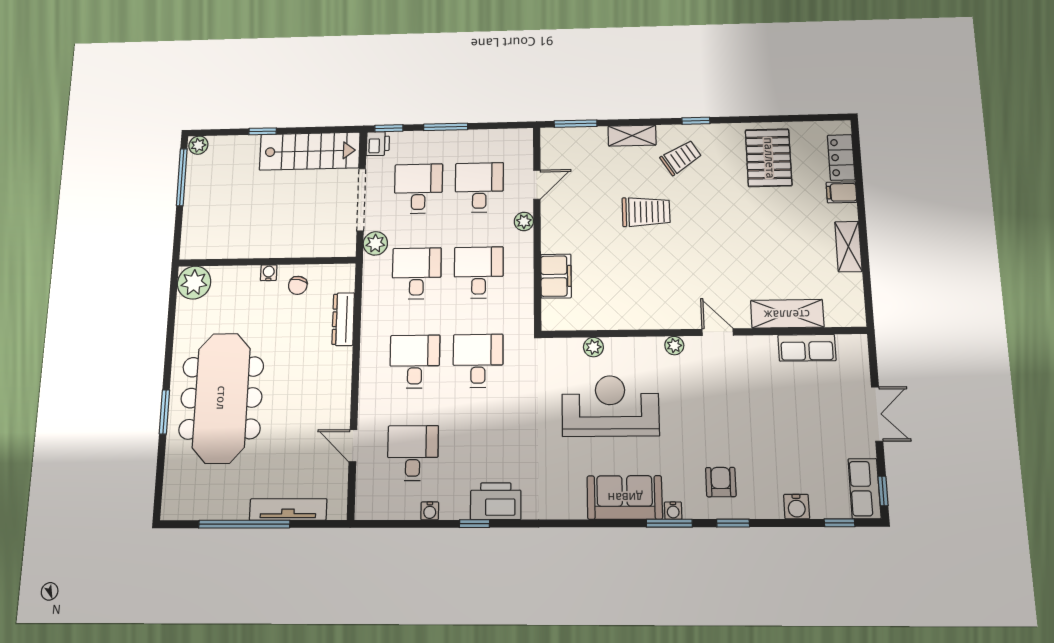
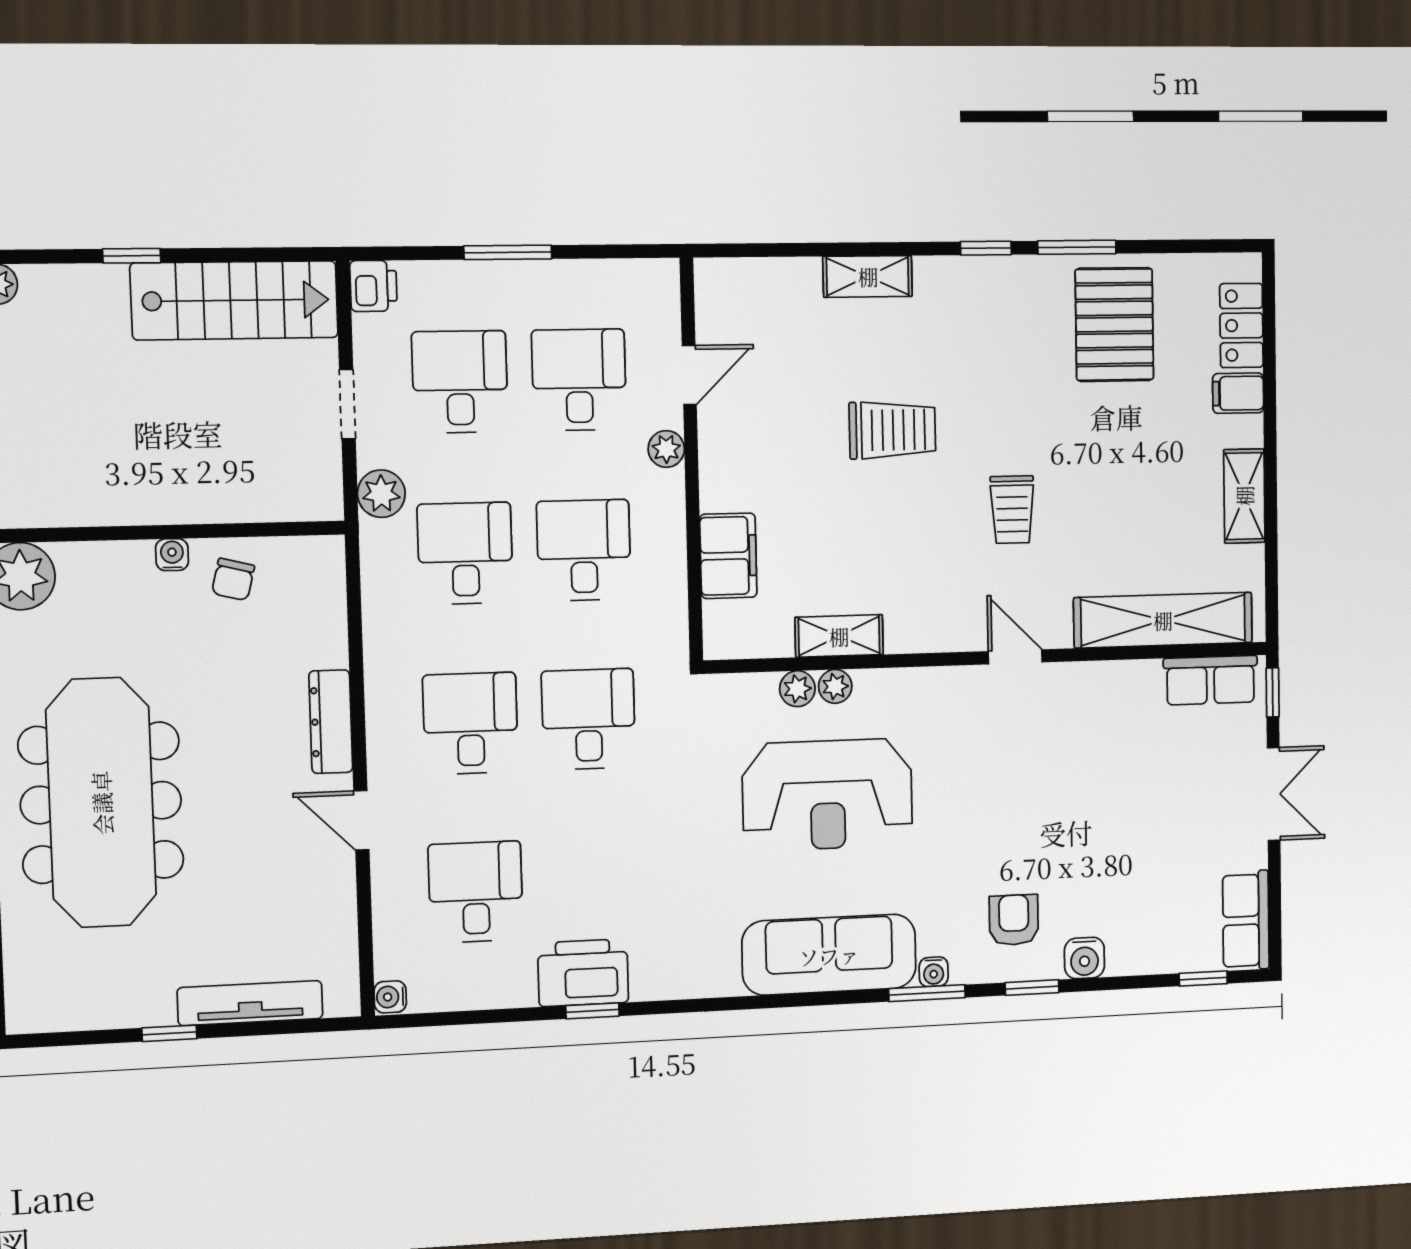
window: (576, 124) -> (1077, 247), moved
window: (389, 128) -> (394, 253), removed
trolley: (681, 158) -> (1012, 510), moved, turned 122
doorway: (361, 200) -> (347, 404), width x0.53
shelving: (787, 314) -> (1163, 620), width x1.47
dresser: (343, 319) -> (331, 722), moved
shelving: (617, 319) -> (839, 636), added
plant: (674, 346) -> (835, 686), moved
row of seats: (807, 348) -> (1211, 680), moved
reception desk: (610, 406) -> (828, 795), turned 180
door: (353, 446) -> (361, 820), moved
window: (883, 491) -> (1273, 692), moved
sofa: (625, 497) -> (829, 955), width x1.36
printer: (496, 501) -> (583, 973), moved
water cooler: (797, 507) -> (1084, 958), moved
water cooler: (430, 511) -> (390, 997), moved, turned 90
window: (244, 524) -> (169, 1033), width x0.32

